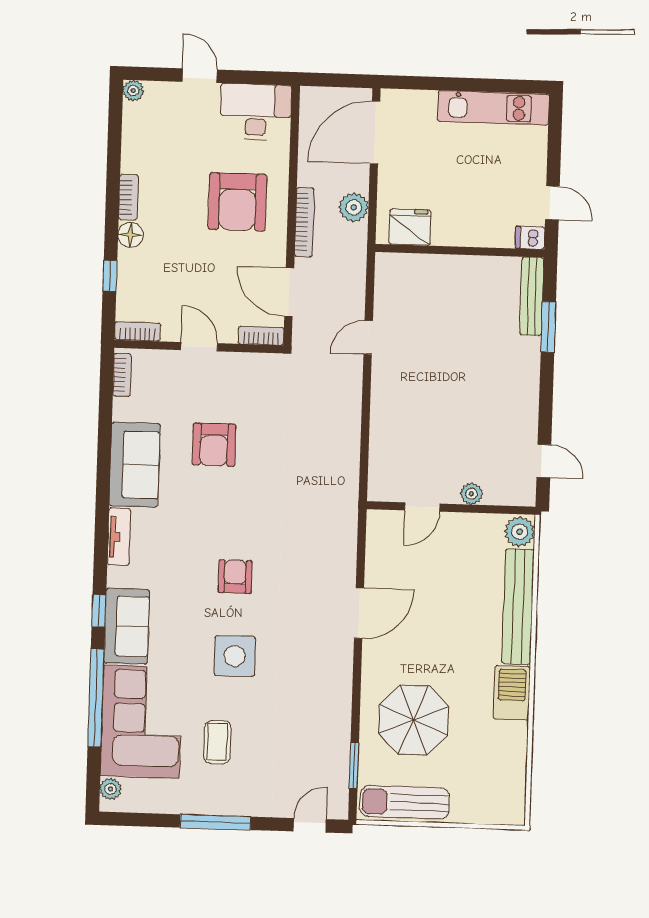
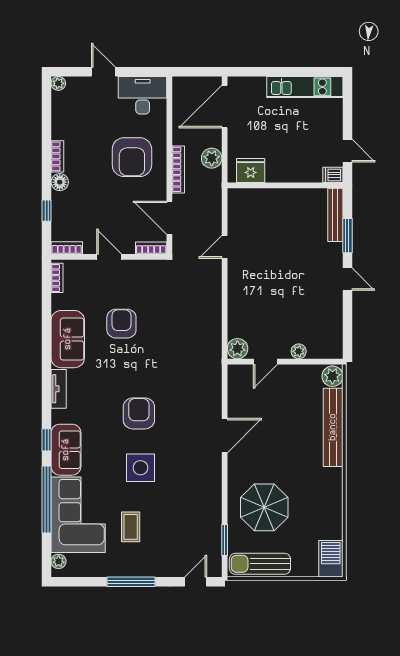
armchair: (214, 445) -> (121, 324), turned 180
door: (544, 461) -> (347, 279), moved
plant: (382, 487) -> (237, 349), added
armchair: (235, 577) -> (139, 413), width x1.38, depth x1.38
barbecue: (512, 693) -> (331, 559), moved

